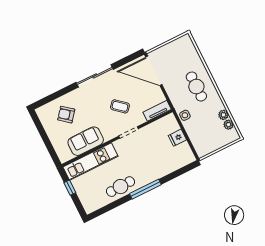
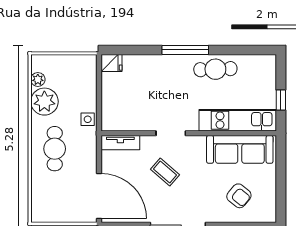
plant: (223, 115) -> (44, 102), width x1.87, depth x1.87
fridge: (177, 138) -> (112, 63), moved
sofa: (86, 141) -> (240, 149), width x1.36

